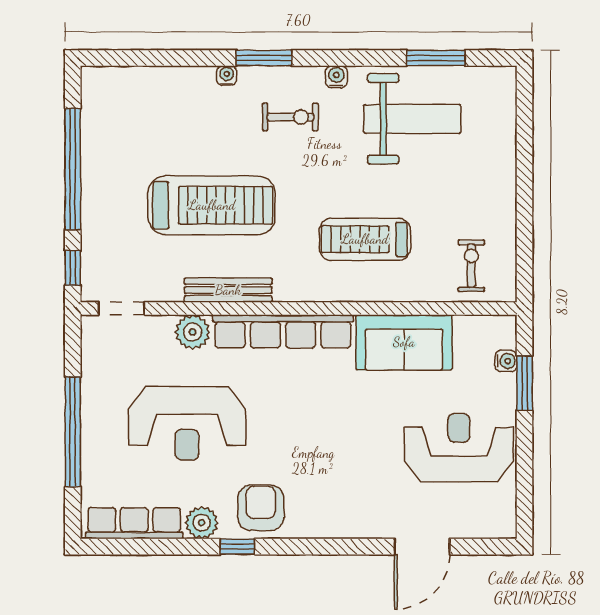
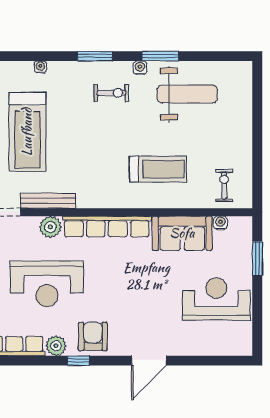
window: (436, 58) -> (160, 56), moved
water cooler: (227, 75) -> (40, 67), moved
treadmill: (212, 205) -> (27, 132), moved, turned 90
treadmill: (365, 239) -> (158, 169), turned 180
bench: (228, 290) -> (48, 201), moved
water cooler: (506, 361) -> (220, 223), moved, turned -90
door: (422, 547) -> (149, 361), moved

